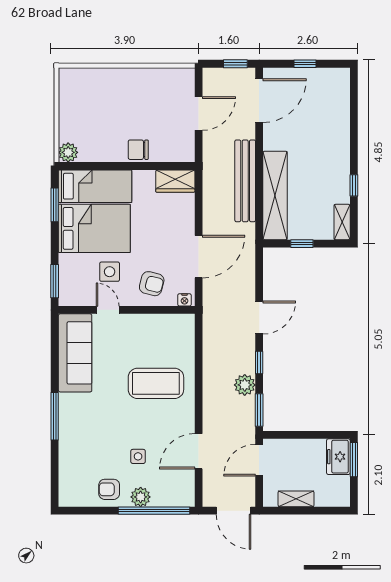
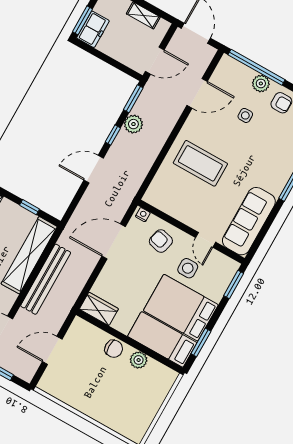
plant: (68, 152) -> (139, 360), moved

